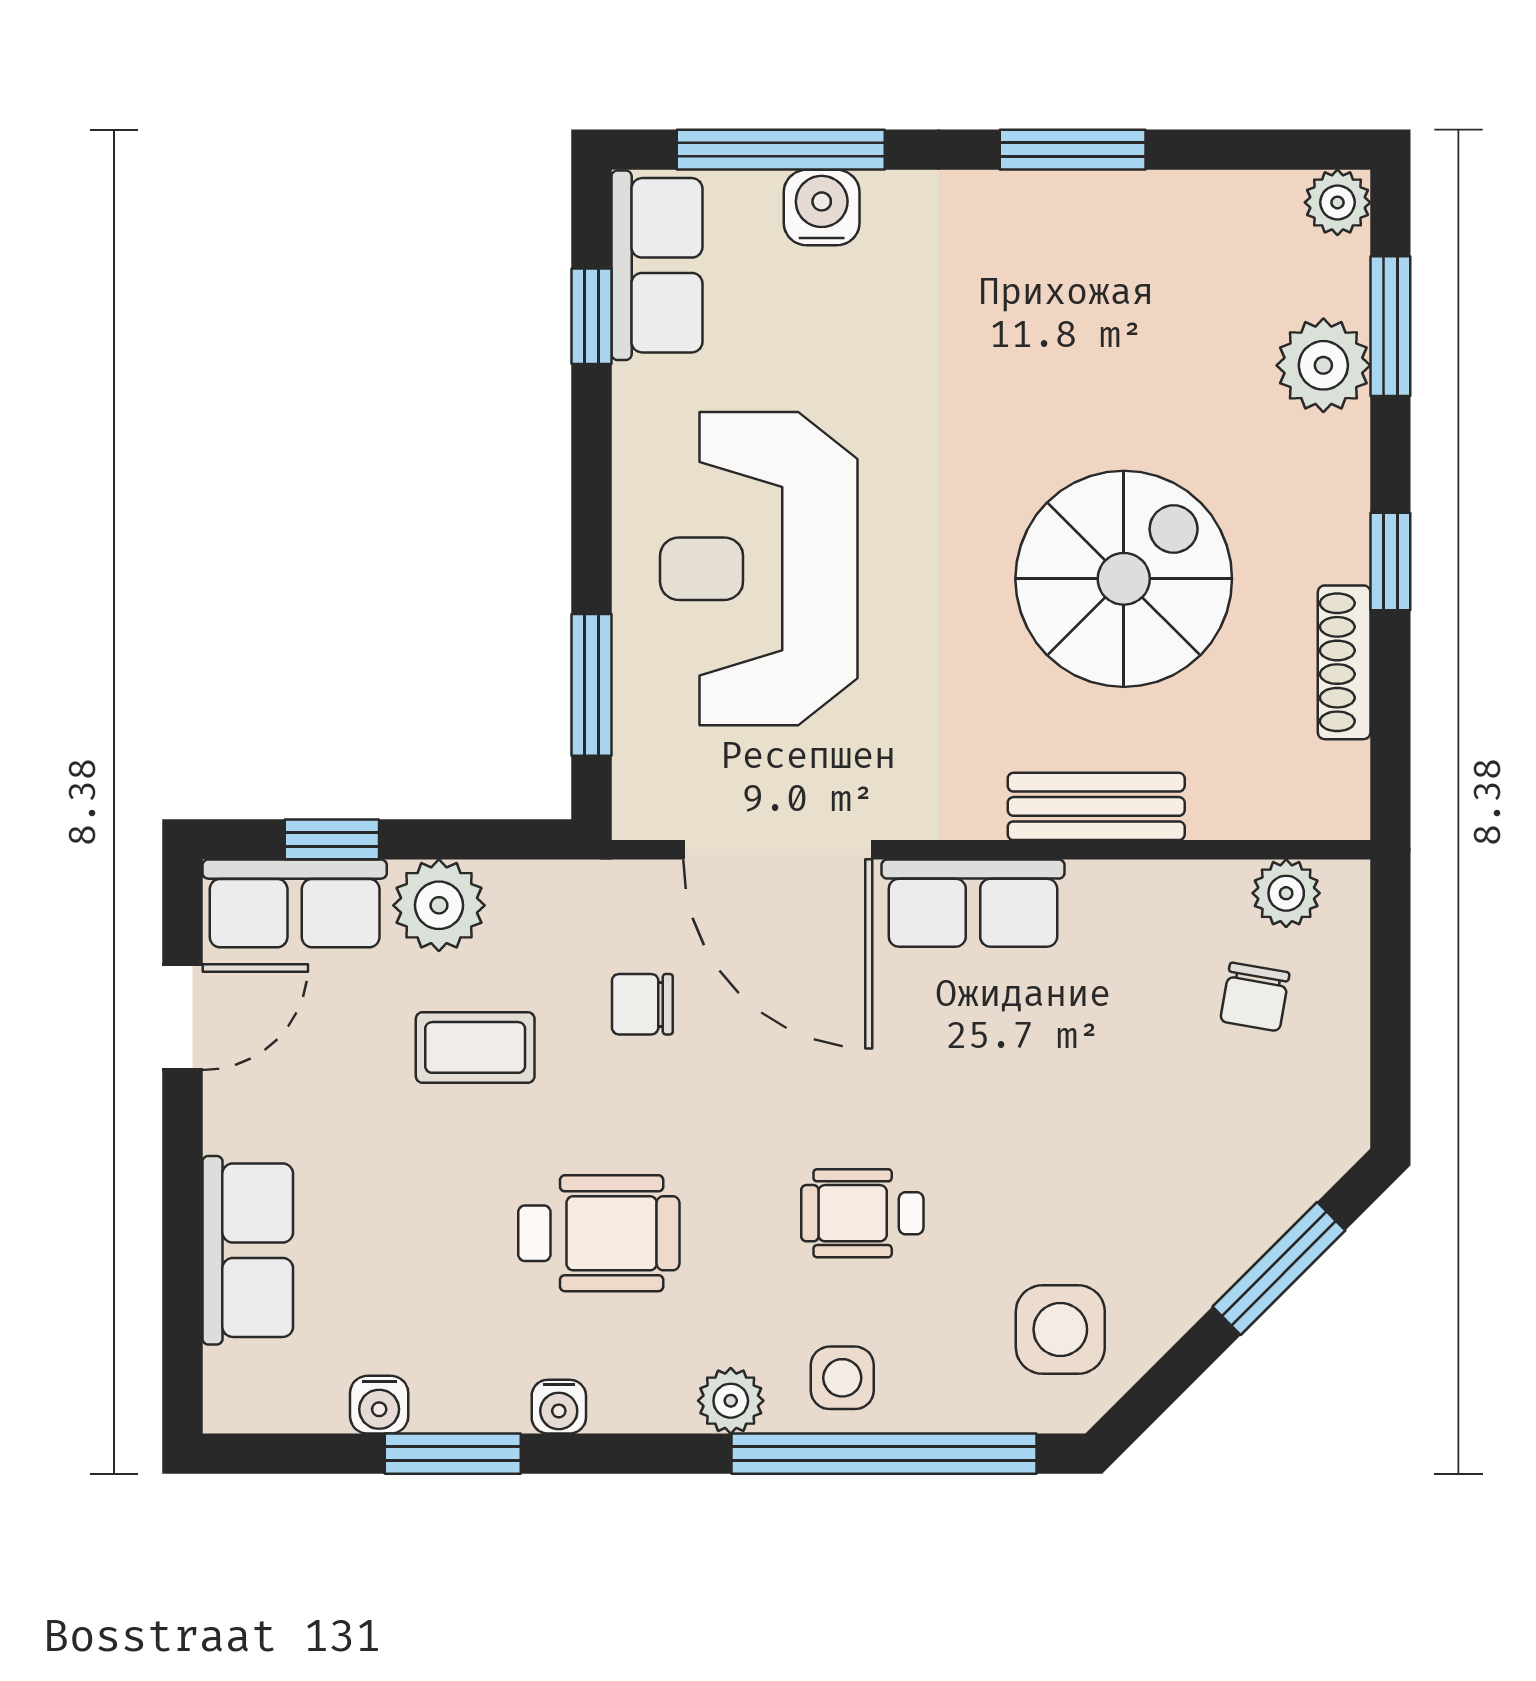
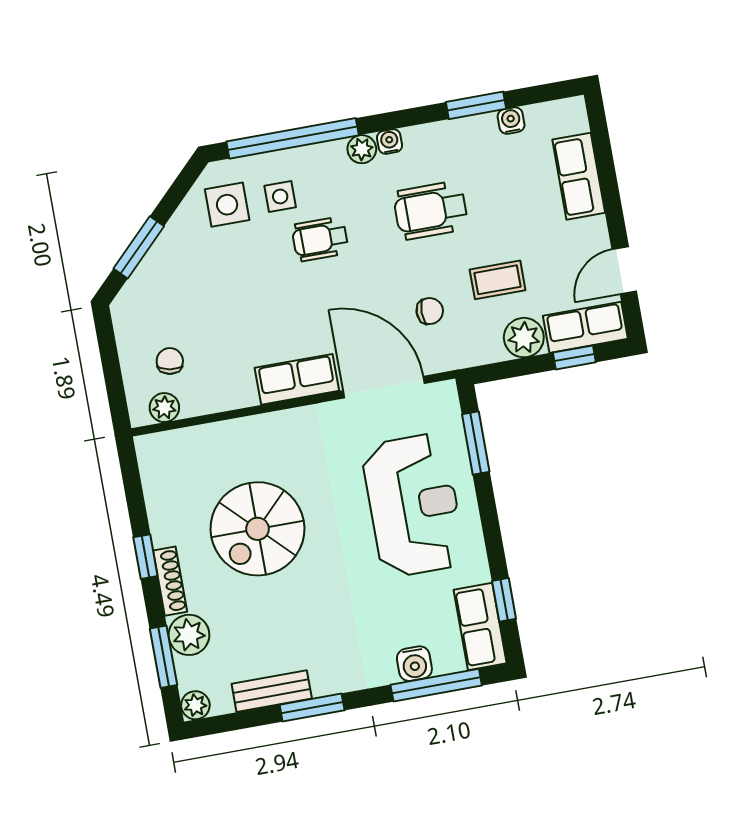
shoe rack: (1344, 662) -> (170, 581), moved
bench: (1096, 806) -> (272, 691), moved
wheelchair: (862, 1213) -> (320, 239), turned 180
side table: (842, 1378) -> (280, 196), moved
water cooler: (559, 1407) -> (390, 142), moved

